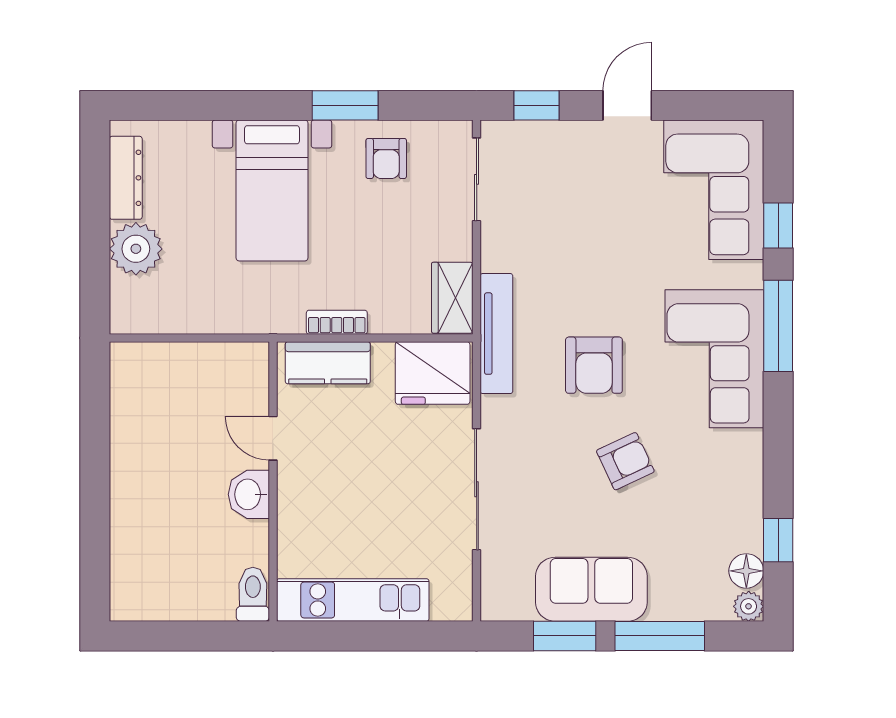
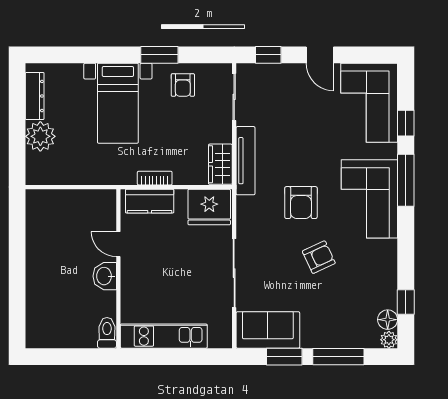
door: (627, 105) -> (320, 55), swing flipped
tv unit: (496, 334) -> (246, 161), moved
sofa: (591, 589) -> (268, 330), moved

